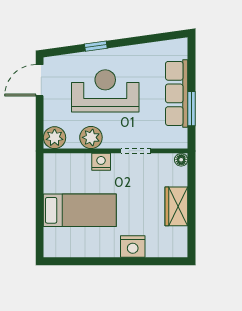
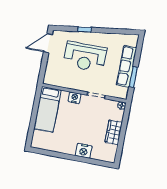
reception desk: (105, 91) -> (85, 57), turned 180
plant: (91, 137) -> (71, 82), removed
plant: (55, 138) -> (50, 78), removed
bed: (80, 210) -> (47, 109), moved, turned 90

